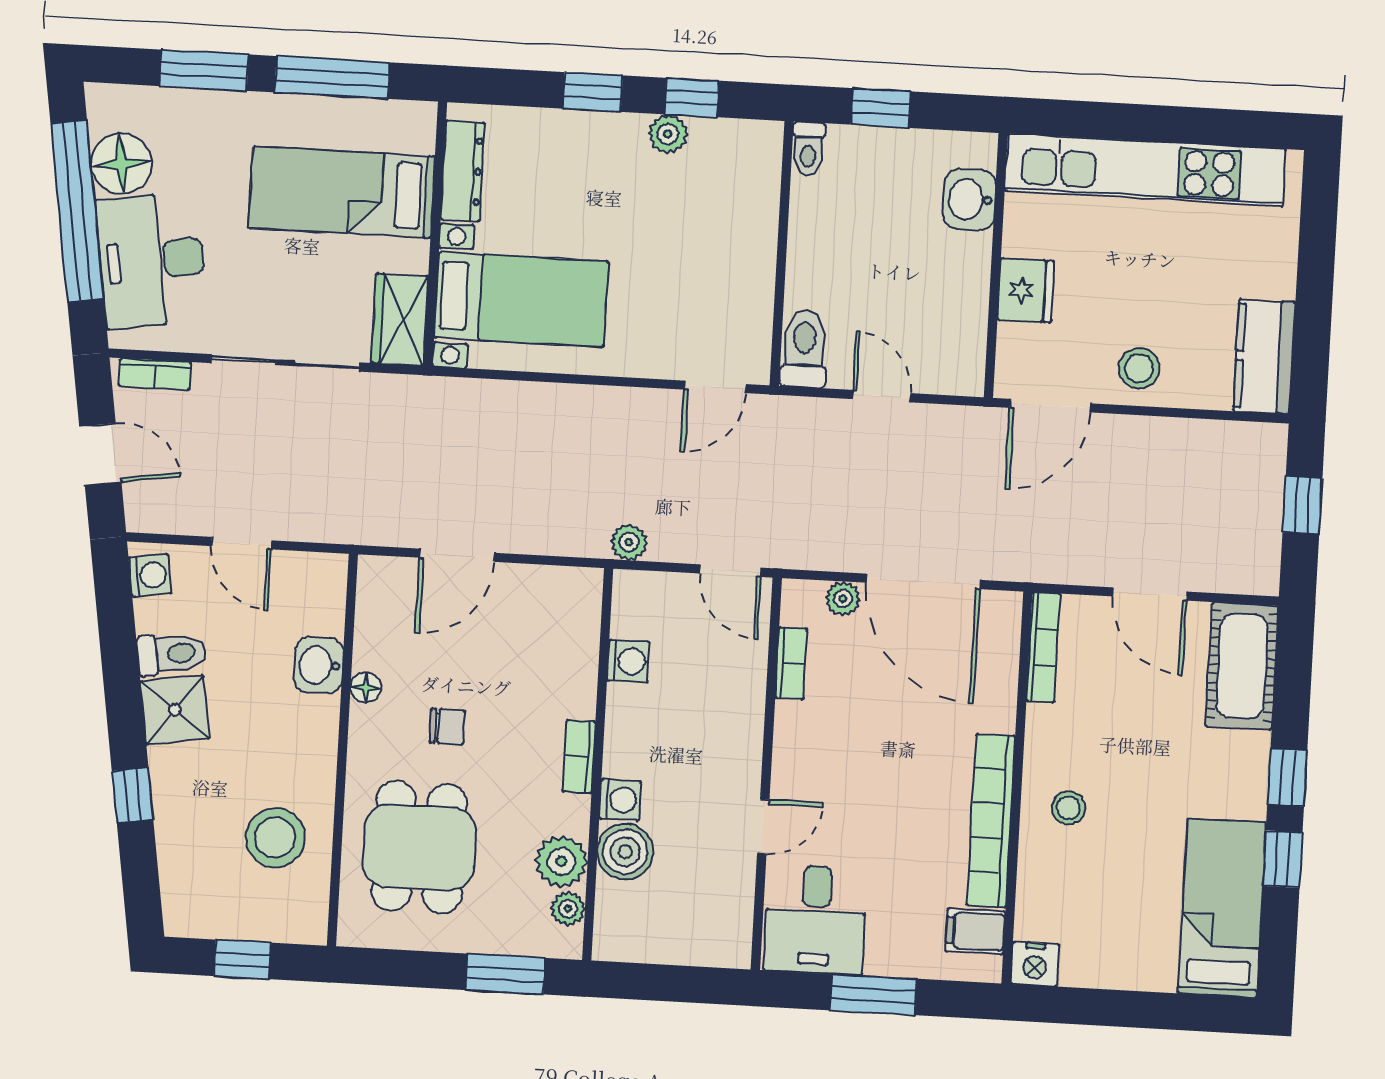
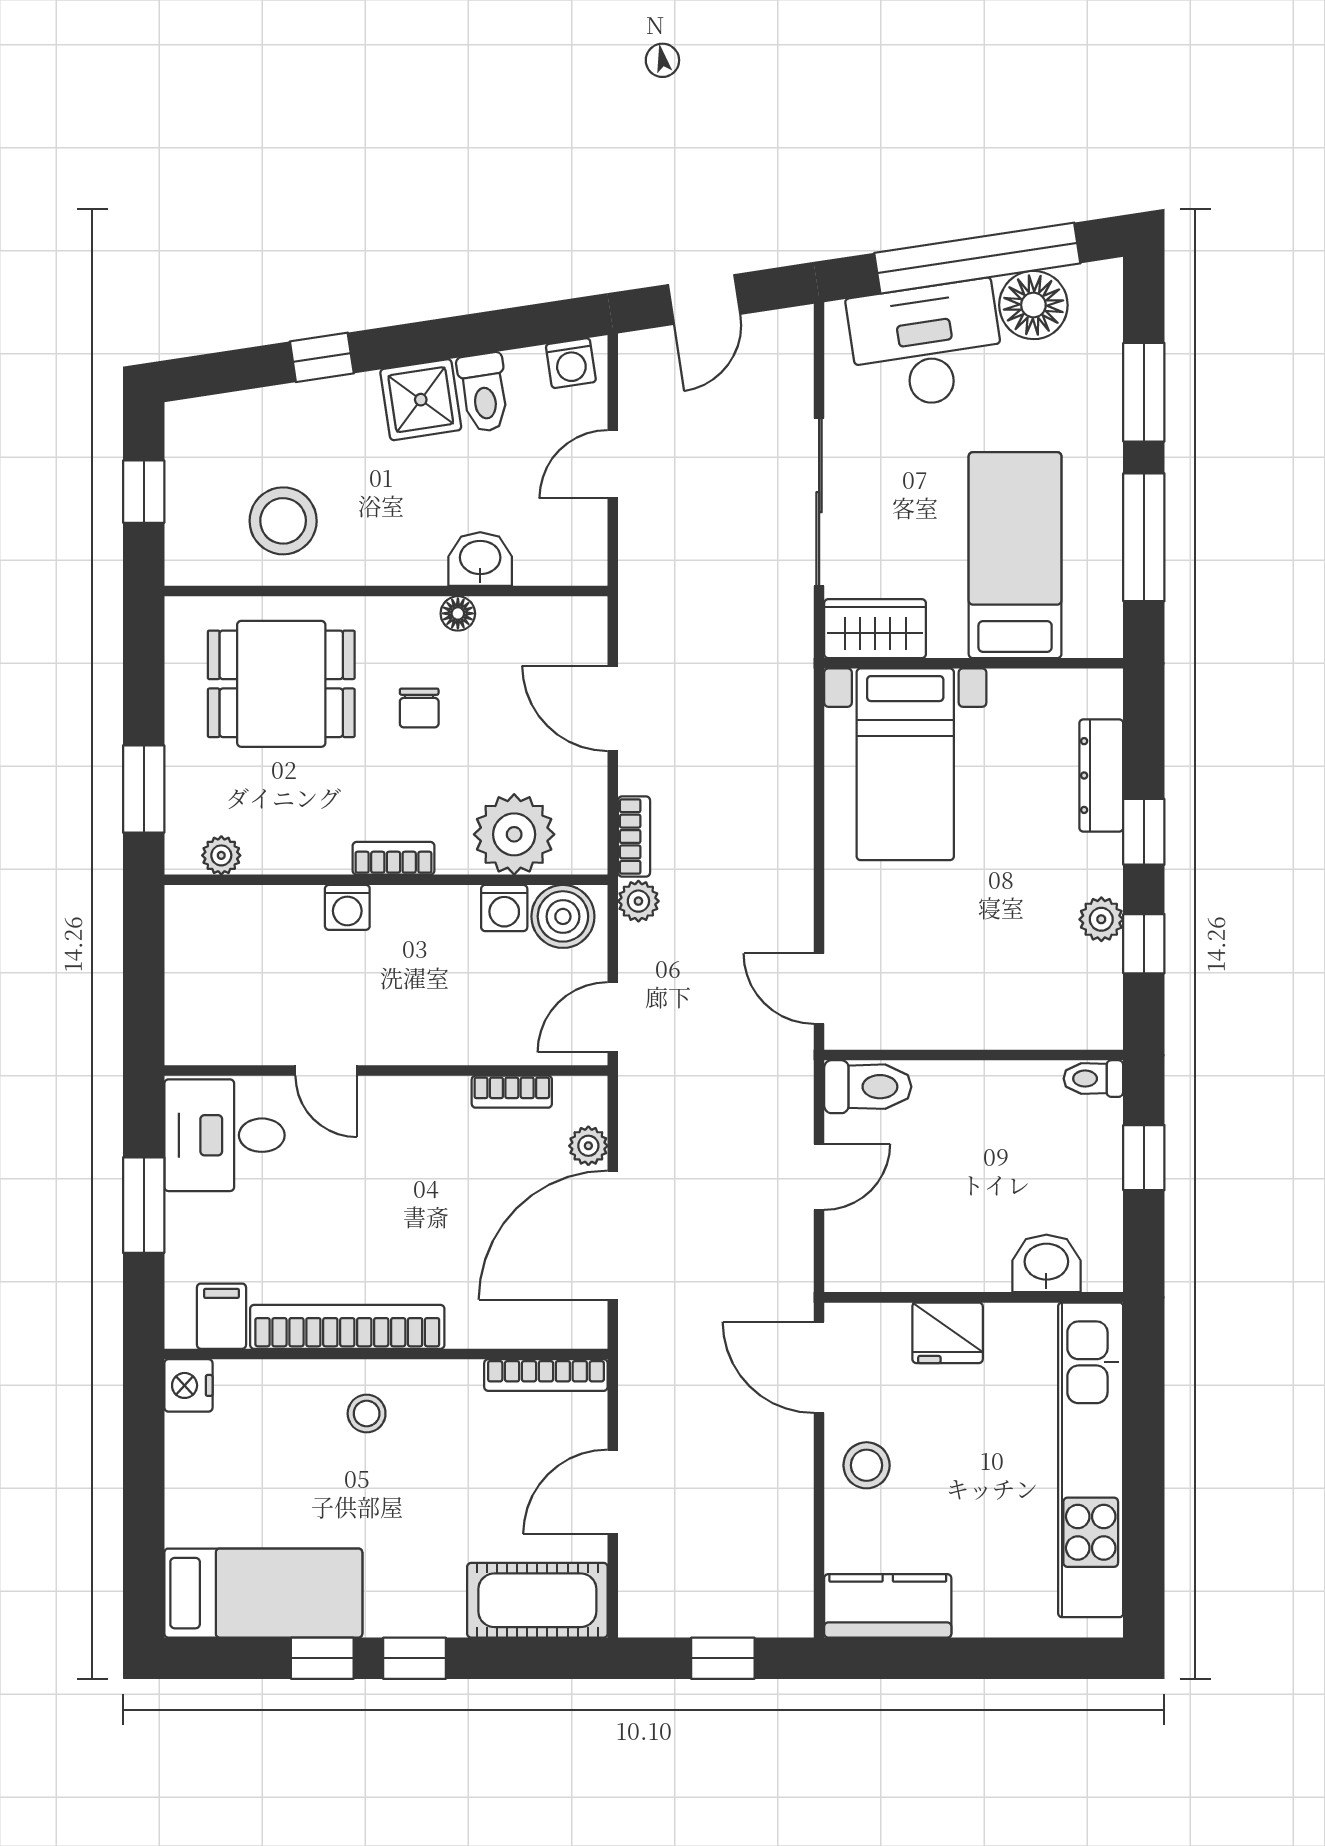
dresser: (463, 171) -> (1101, 776), moved, turned 90
bookcase: (155, 374) -> (634, 836), moved, turned 180
boiler: (625, 852) -> (563, 916), moved
plant: (561, 861) -> (514, 834), moved, width x1.36, depth x1.36

